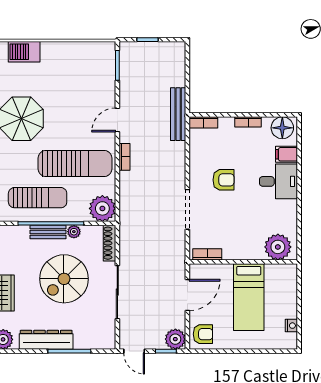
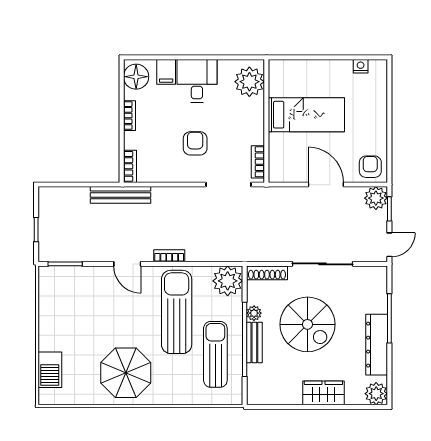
plant: (278, 247) -> (249, 82), moved
bookcase: (207, 254) -> (258, 162), moved
wall: (243, 262) -> (266, 121), moved
bed: (249, 297) -> (306, 115), moved

